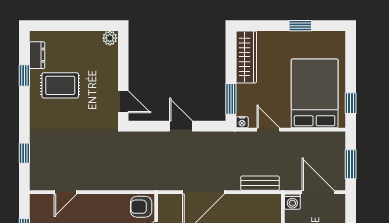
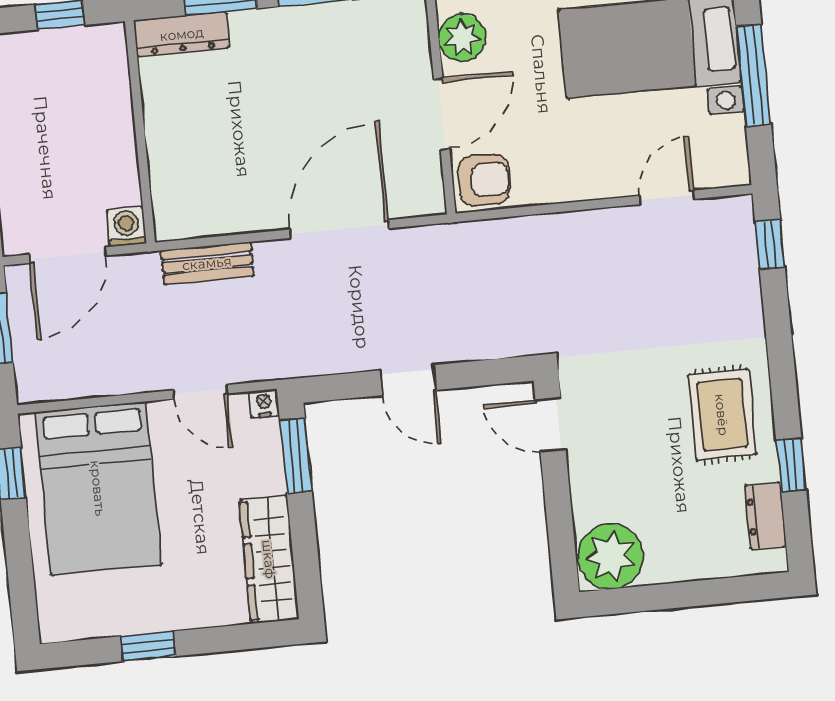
plant: (110, 38) -> (611, 556), width x1.88, depth x1.88
rug: (60, 85) -> (722, 415), moved, turned 90
window: (24, 153) -> (770, 245), moved
door: (318, 192) -> (68, 255), hinge flipped

